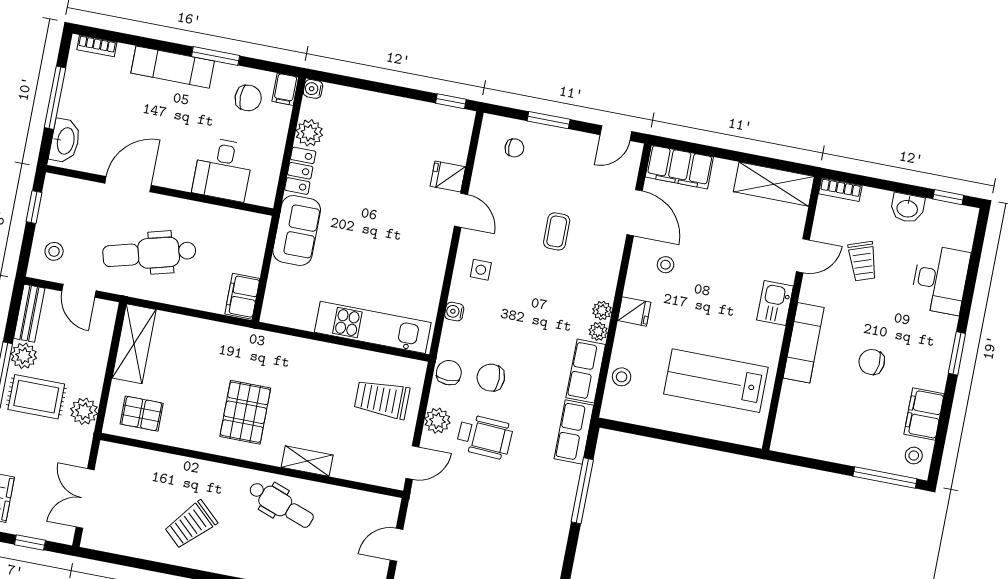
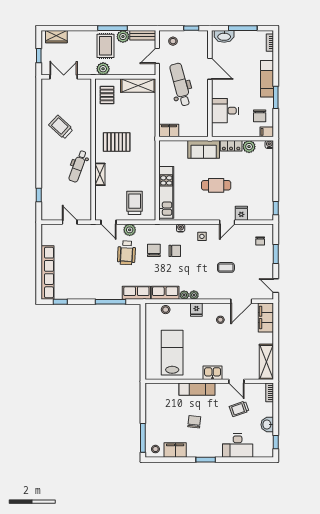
cafe table: (378, 219) -> (216, 185), added
chair: (449, 373) -> (175, 251), moved

